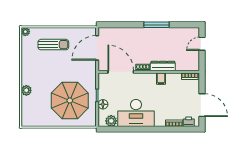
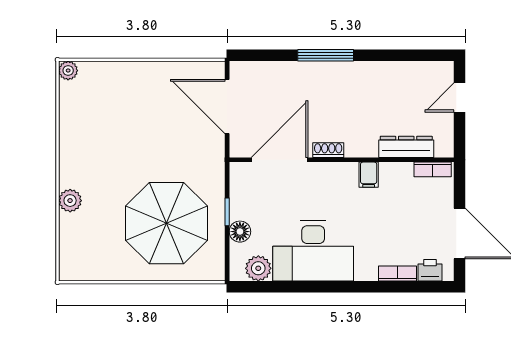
window: (157, 25) -> (326, 55), moved
sun lounger: (53, 45) -> (130, 99), removed
door: (97, 48) -> (227, 106), hinge flipped
dresser: (163, 66) -> (406, 147), moved
door: (121, 72) -> (279, 160), hinge flipped

